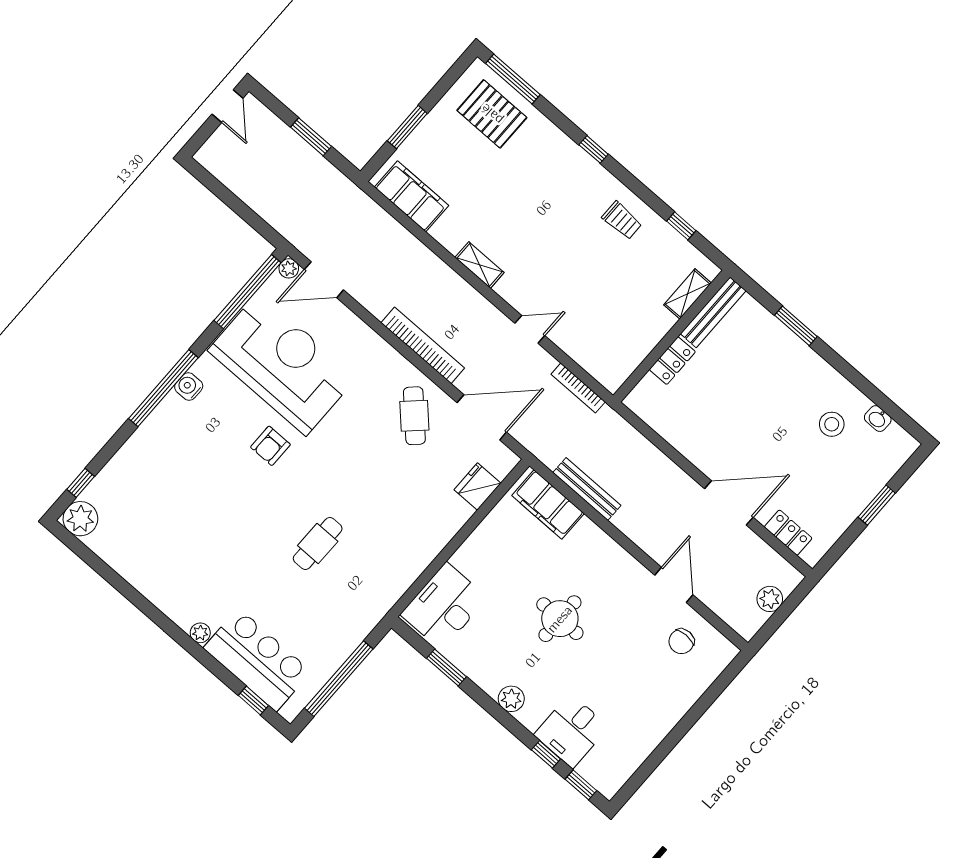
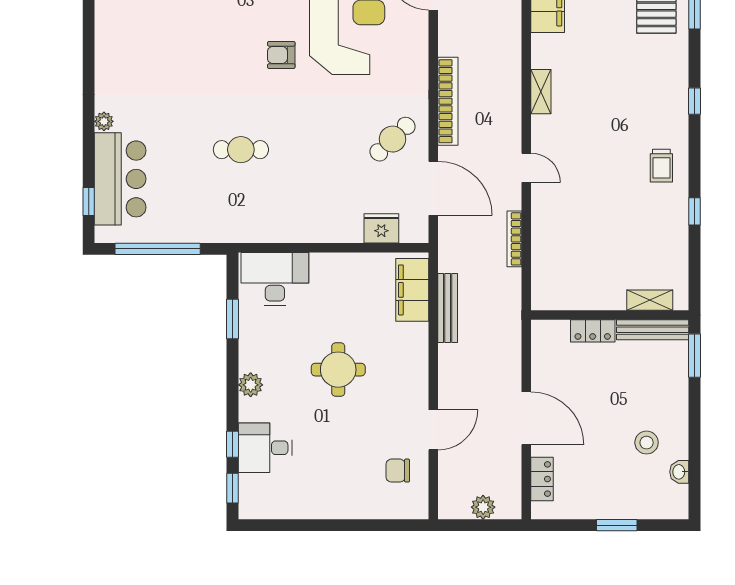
shelving: (688, 294) -> (650, 300), moved
bench: (713, 312) -> (653, 330), moved
wall: (672, 336) -> (610, 315), moved
locker: (672, 361) -> (593, 331), moved

